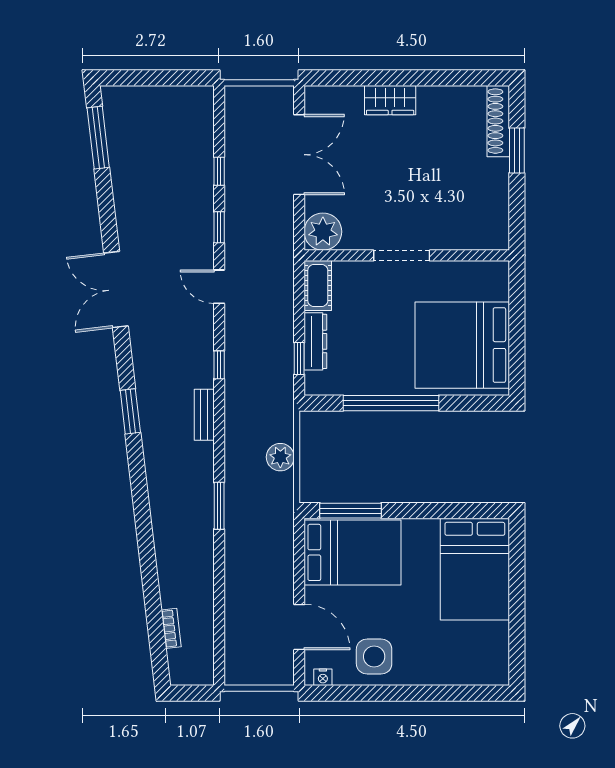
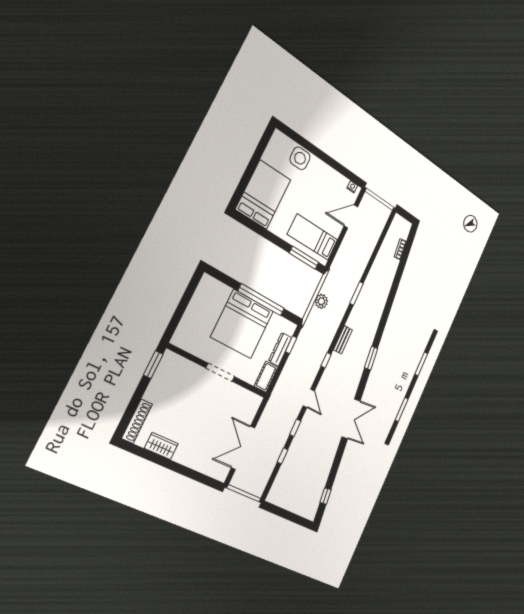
wardrobe: (390, 100) -> (161, 446), moved
window: (98, 138) -> (325, 496), width x0.46
window: (517, 150) -> (153, 365), moved
plant: (323, 232) -> (251, 403), removed
bed: (462, 345) -> (242, 324), moved, turned 90
bed: (352, 552) -> (313, 237), width x0.67
door: (299, 627) -> (351, 216), hinge flipped
side table: (374, 656) -> (300, 158), moved

